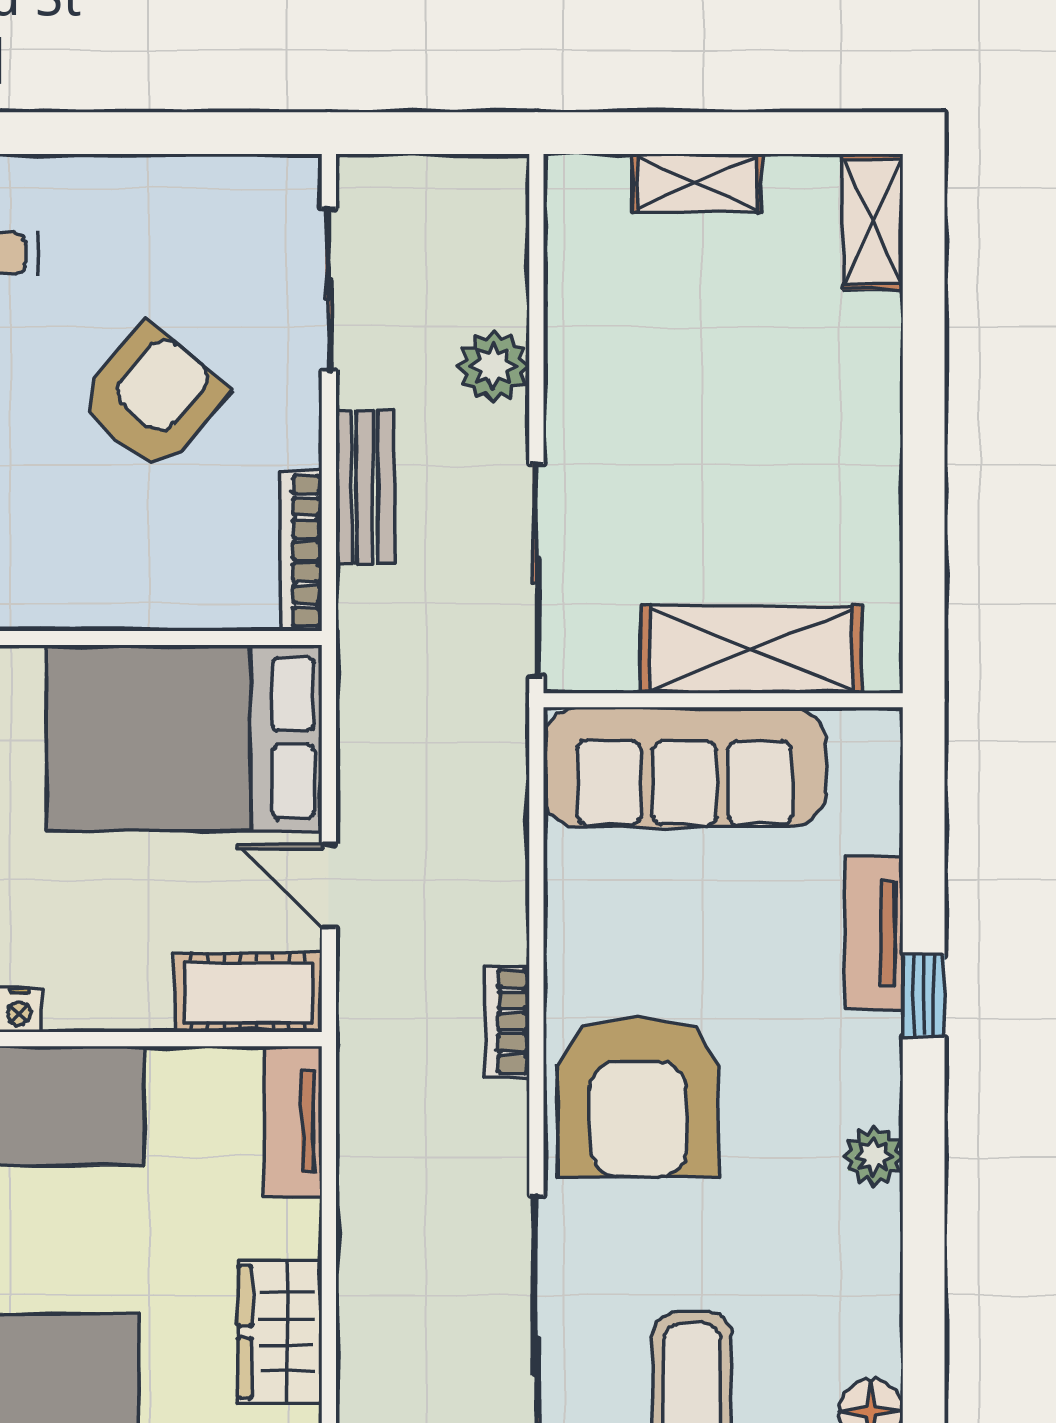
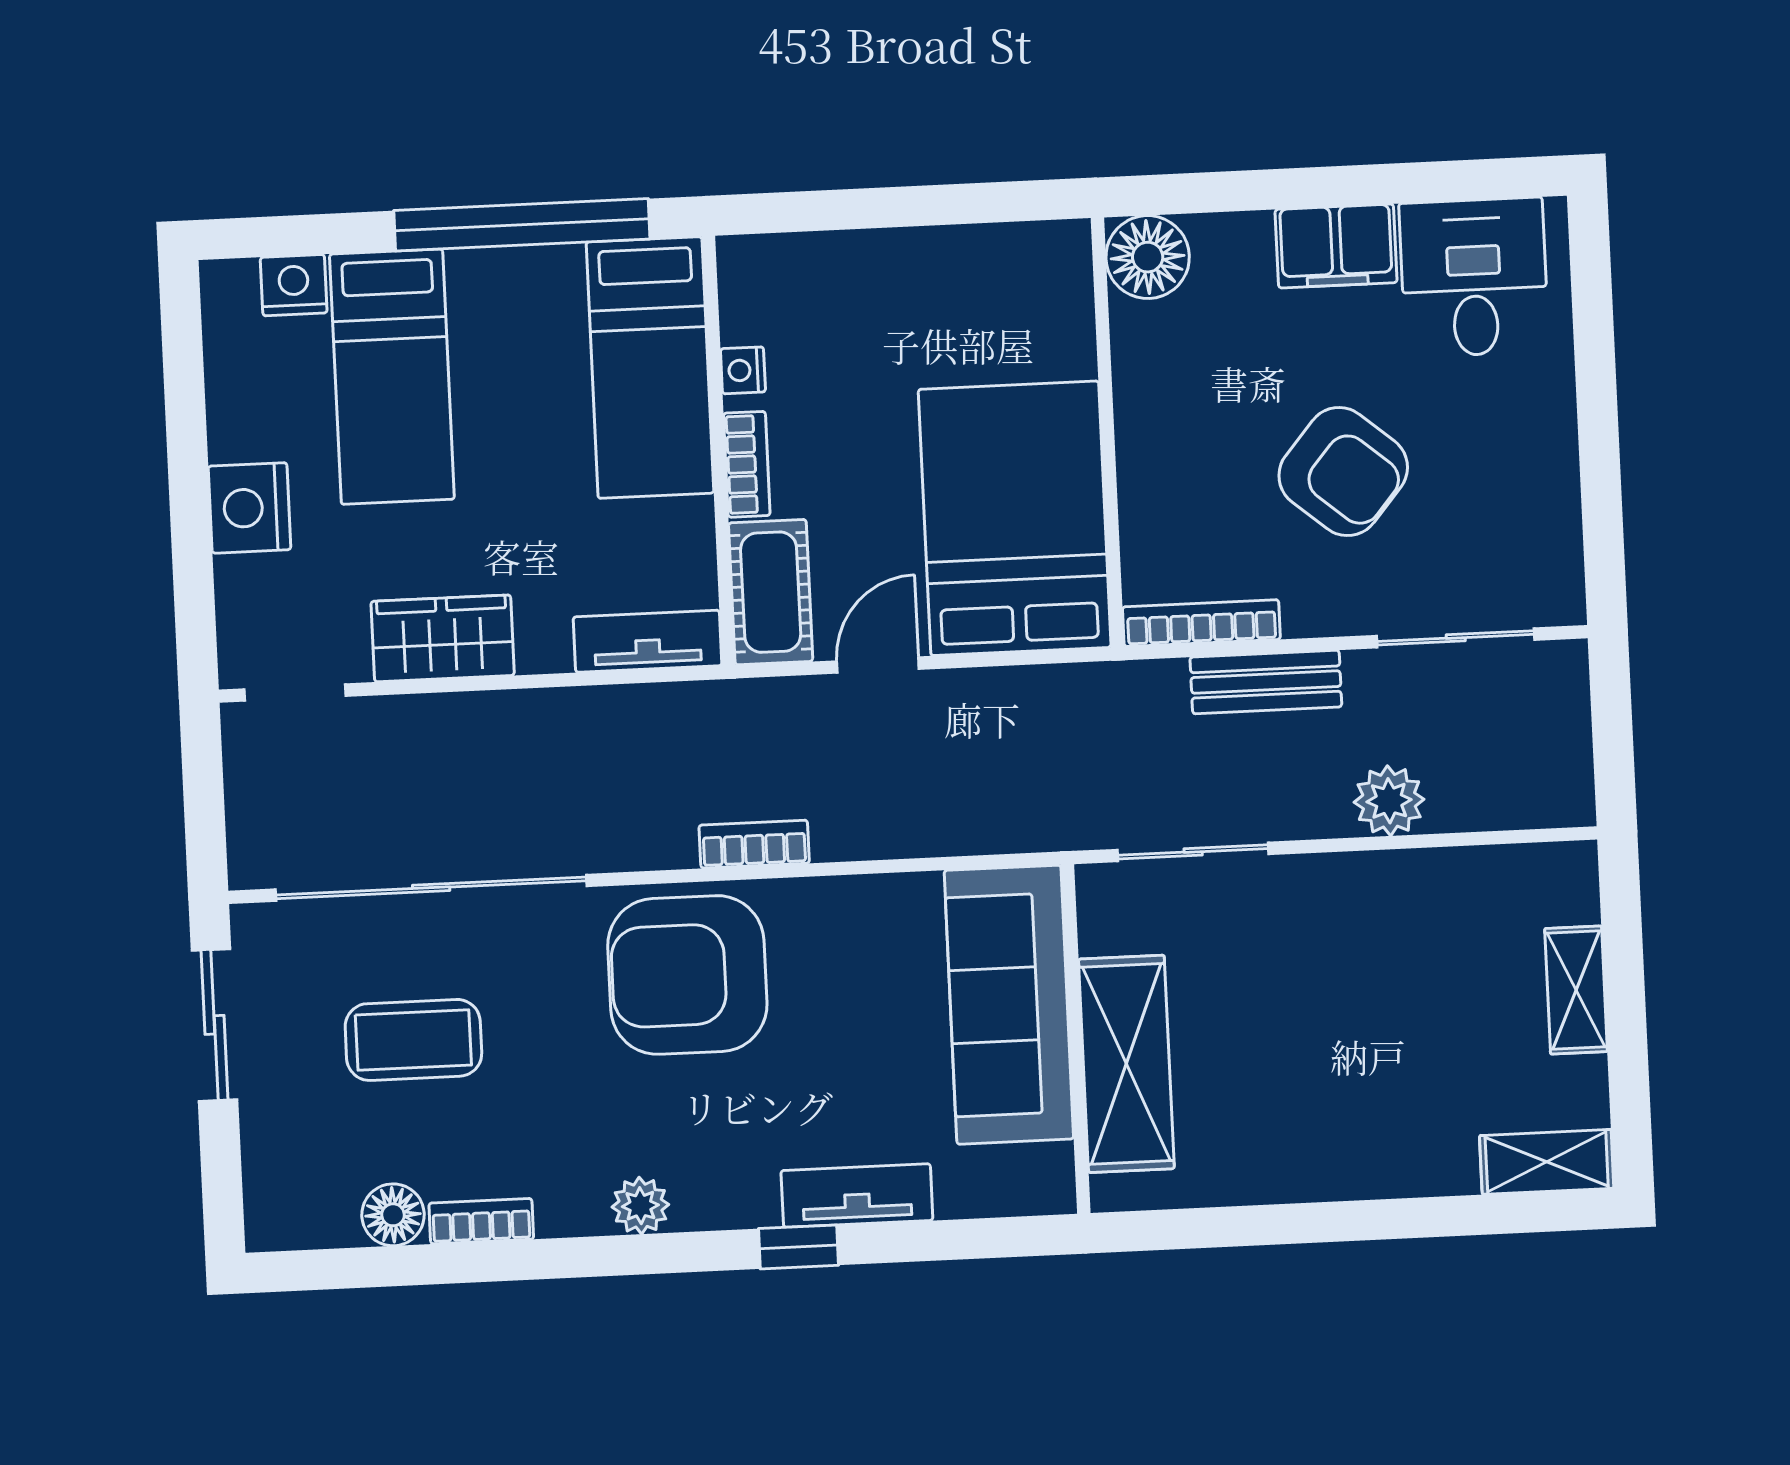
sliding door: (536, 570) -> (1193, 852), width x0.73
bookcase: (116, 1011) -> (747, 464), added
bookcase: (882, 1321) -> (481, 1221), added

